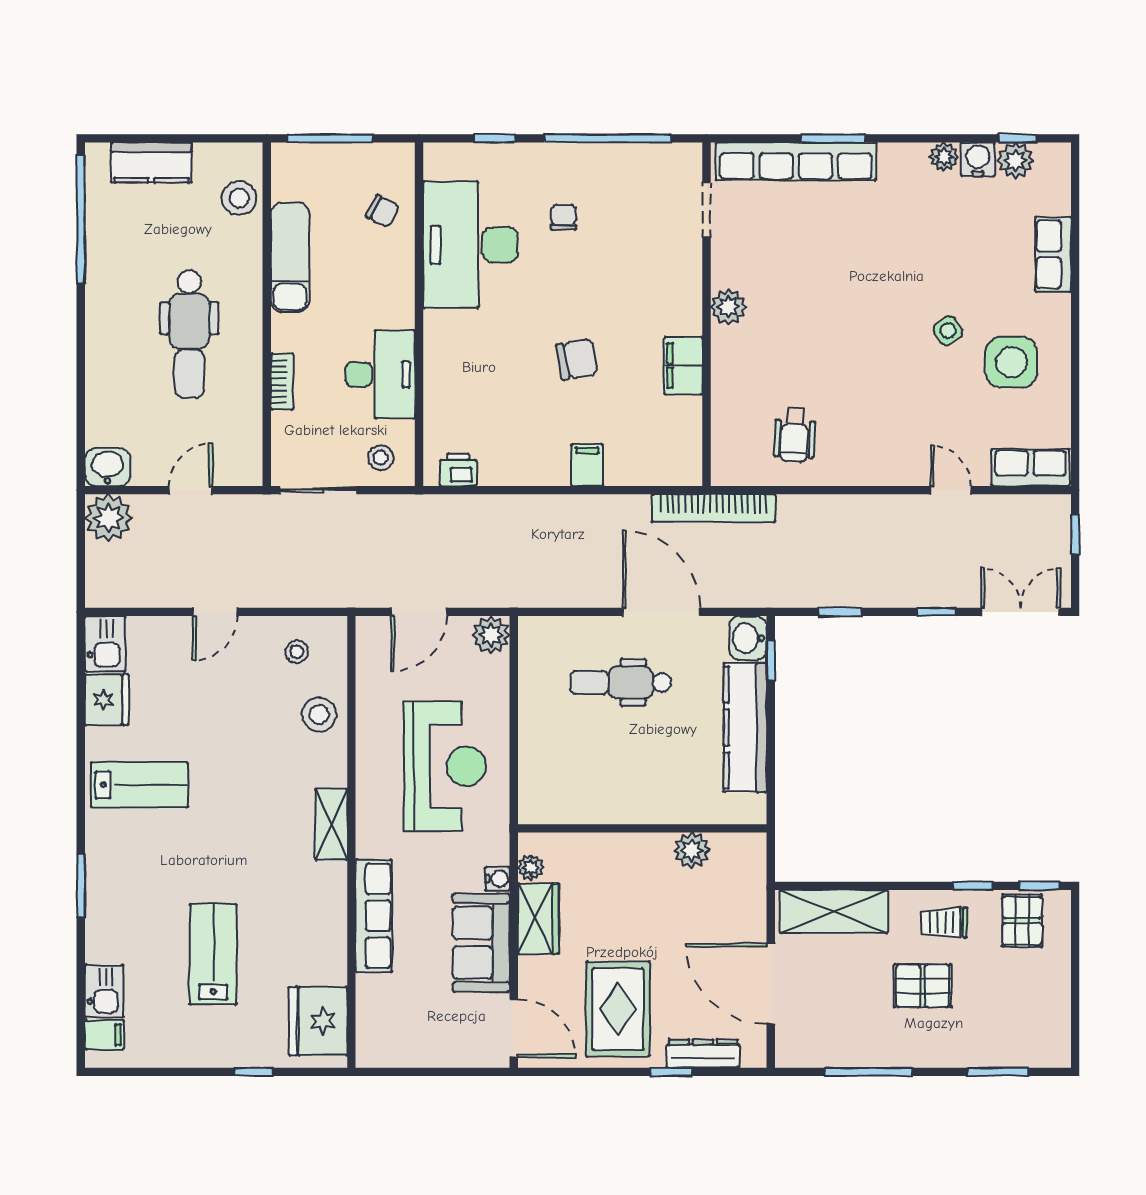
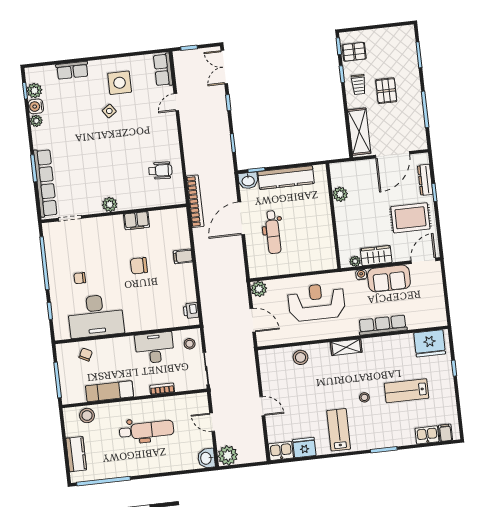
chair: (577, 359) -> (139, 266), turned -80
stool: (297, 652) -> (364, 397), moved

